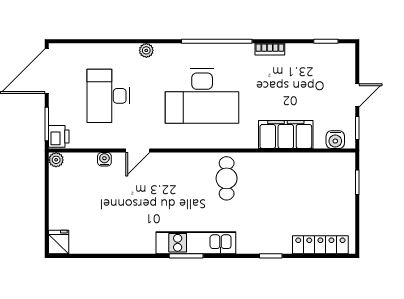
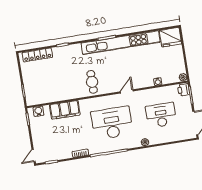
door: (357, 95) -> (34, 155), moved
desk: (108, 96) -> (161, 115), turned -90
door: (138, 151) -> (127, 91), moved
fridge: (59, 242) -> (170, 37), width x1.88, depth x1.34
kitchen unit: (196, 243) -> (121, 43), width x1.86

